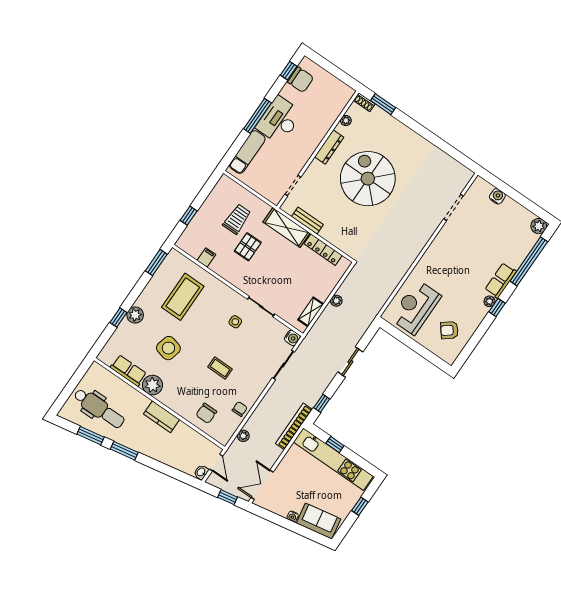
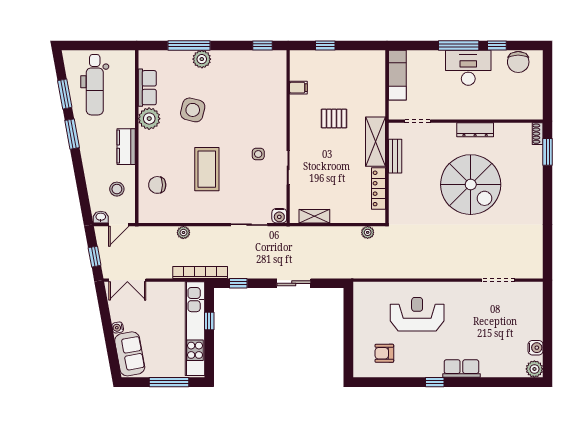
window: (289, 71) -> (497, 45), moved
plant: (346, 121) -> (510, 128), removed
exam couch: (247, 152) -> (397, 75), moved, turned -90
spiral stairs: (368, 179) -> (471, 185), turned 90
water cooler: (497, 196) -> (536, 348), moved
trolley: (237, 219) -> (352, 91), removed
window: (529, 261) -> (496, 382), removed
window: (156, 263) -> (262, 45), width x0.67
coffee table: (183, 297) -> (248, 91), removed
plant: (336, 301) -> (368, 232), moved
plant: (489, 301) -> (436, 371), removed
reception desk: (416, 307) -> (417, 314), moved
window: (118, 318) -> (189, 45), width x2.17
armchair: (449, 330) -> (384, 353), turned -52
coffee table: (220, 368) -> (207, 169), width x1.86, depth x1.72
chair: (240, 409) -> (182, 213), removed
plant: (243, 436) -> (183, 232), moved
stool: (189, 446) -> (117, 189), added
double door: (262, 485) -> (127, 280), swing flipped
window: (360, 506) -> (169, 382), width x2.17

